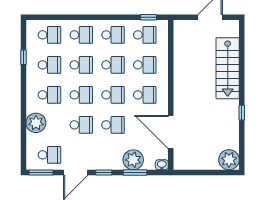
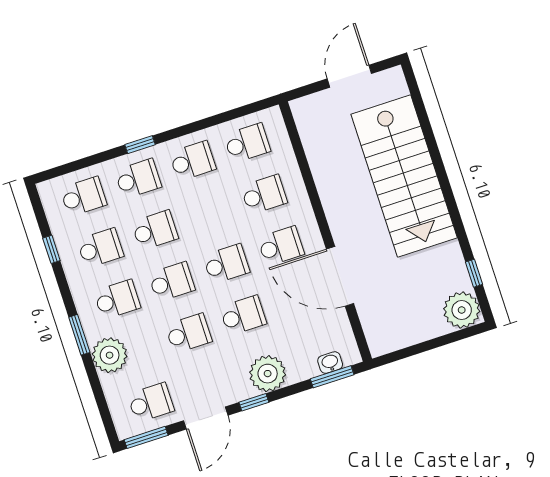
window: (148, 17) -> (140, 145), moved
school desk: (113, 65) -> (209, 212), removed
stairs: (228, 68) -> (404, 176), width x1.36, depth x1.51
window: (23, 107) -> (79, 335), added
window: (242, 113) -> (474, 273), moved
door: (171, 132) -> (340, 276), moved
plant: (133, 160) -> (268, 374), moved
washbasin: (162, 165) -> (330, 363), moved
window: (135, 173) -> (332, 377), moved

